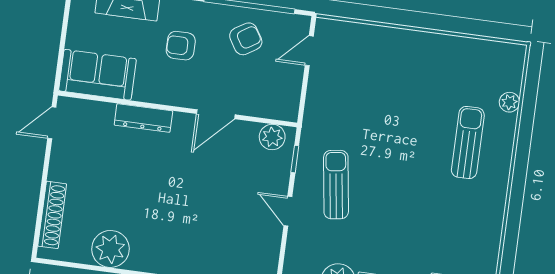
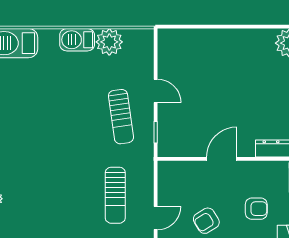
plant: (272, 137) -> (176, 147), removed
sun lounger: (468, 143) -> (115, 195), moved

